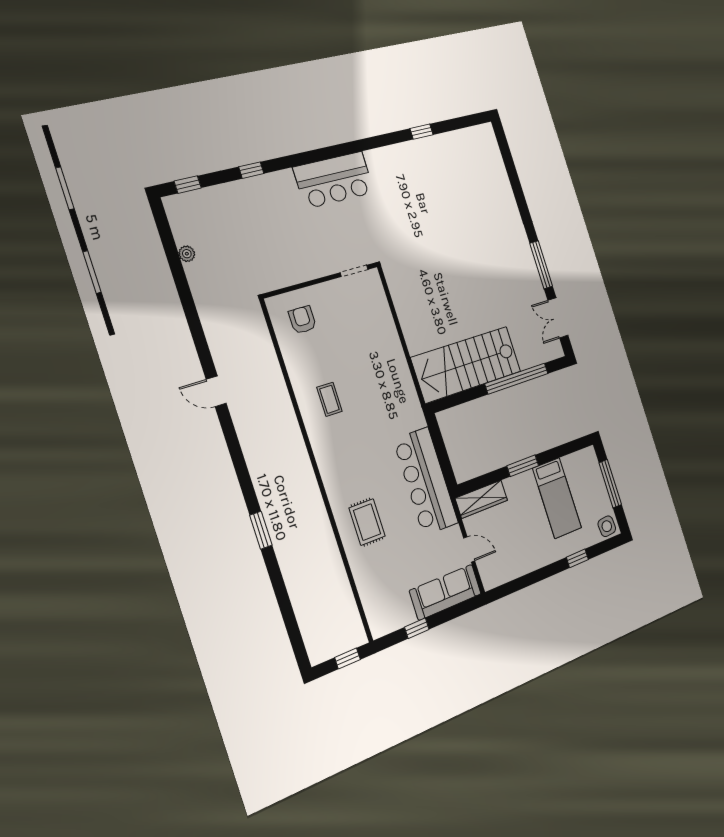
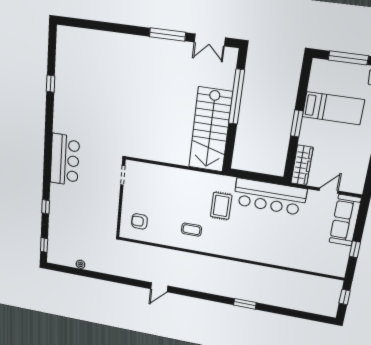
rug: (367, 522) -> (221, 206), moved, turned 90

